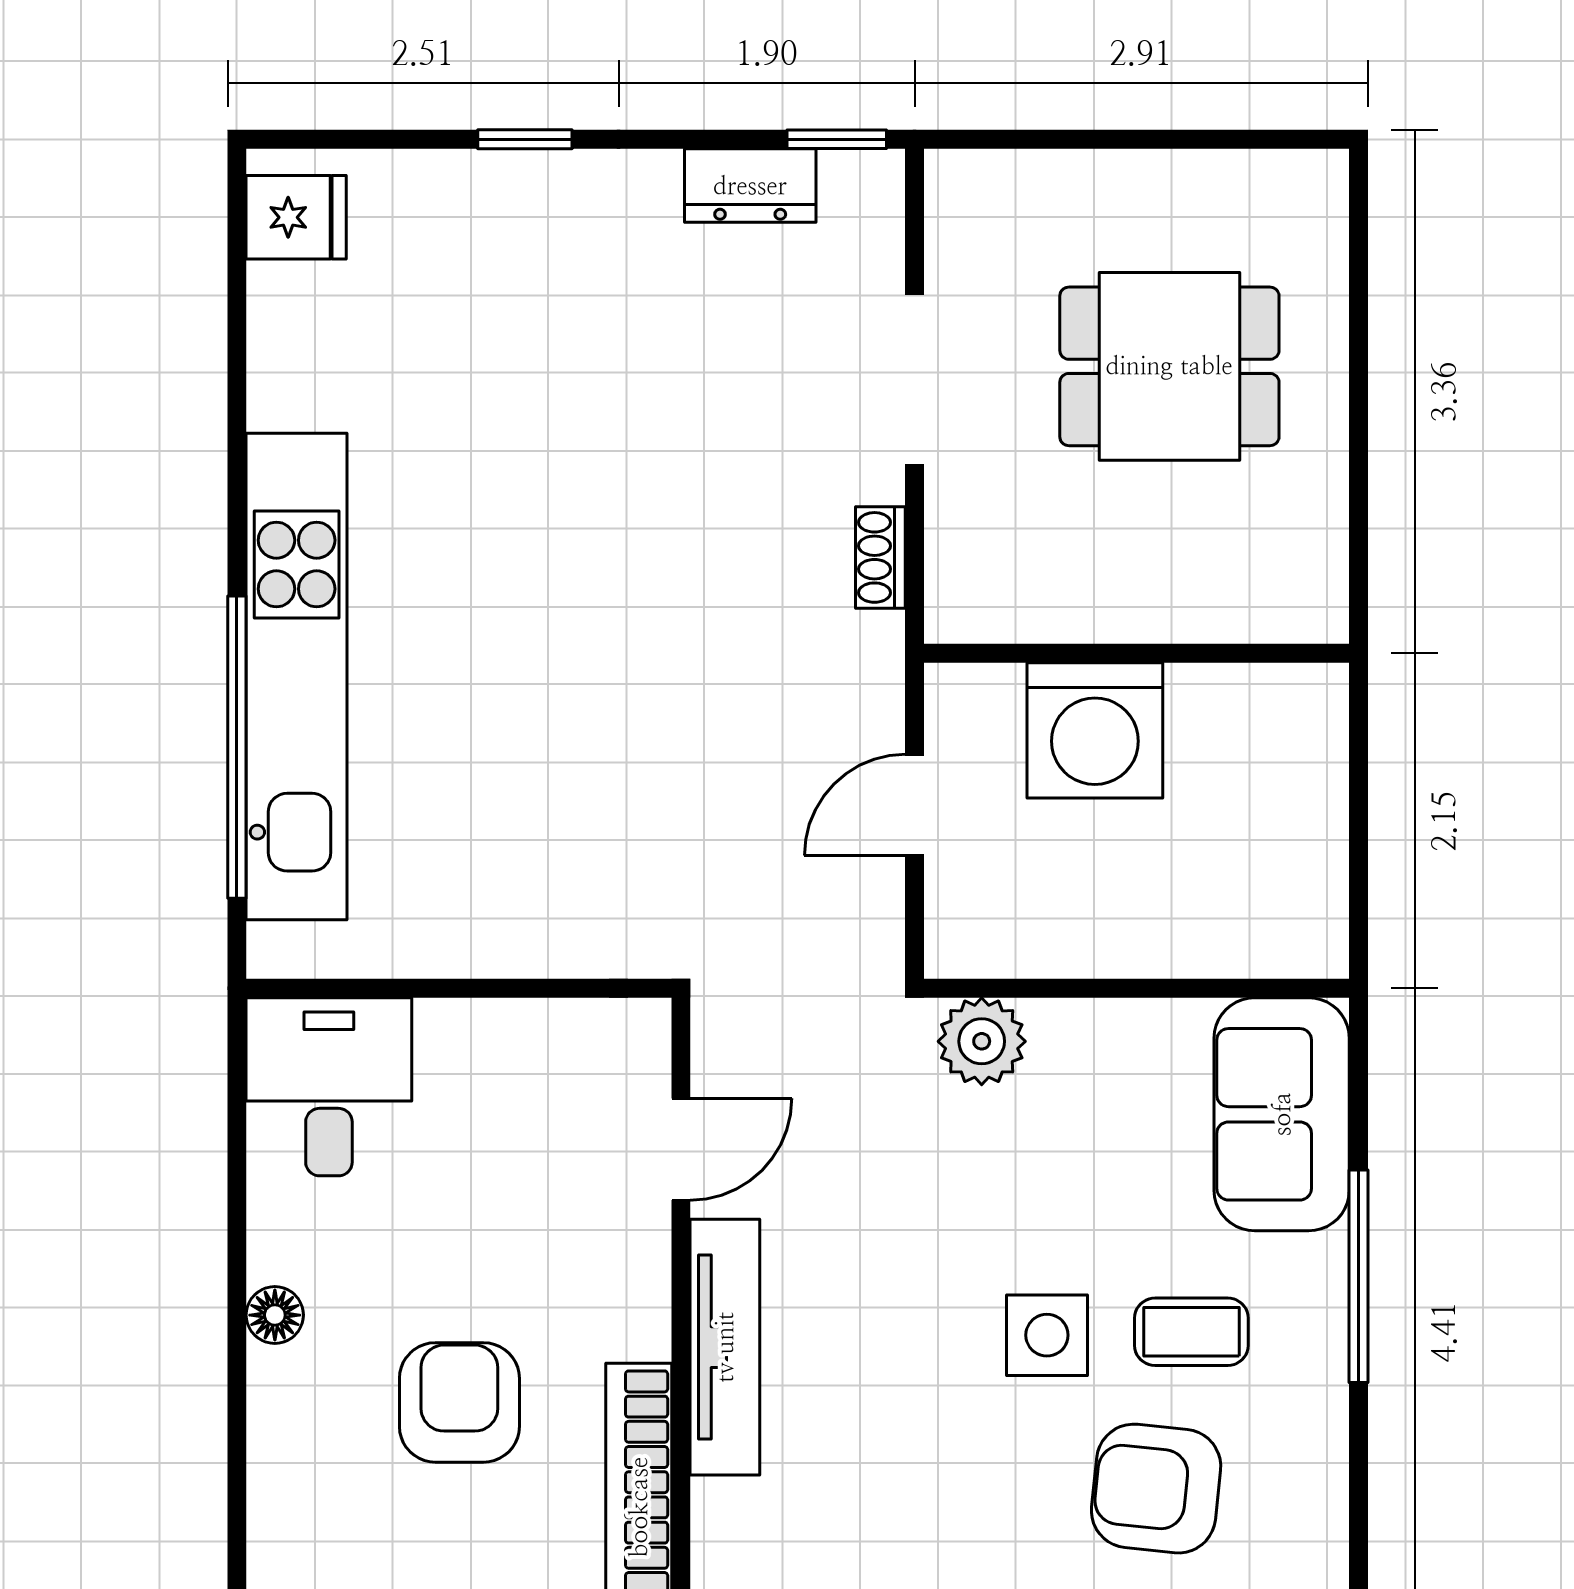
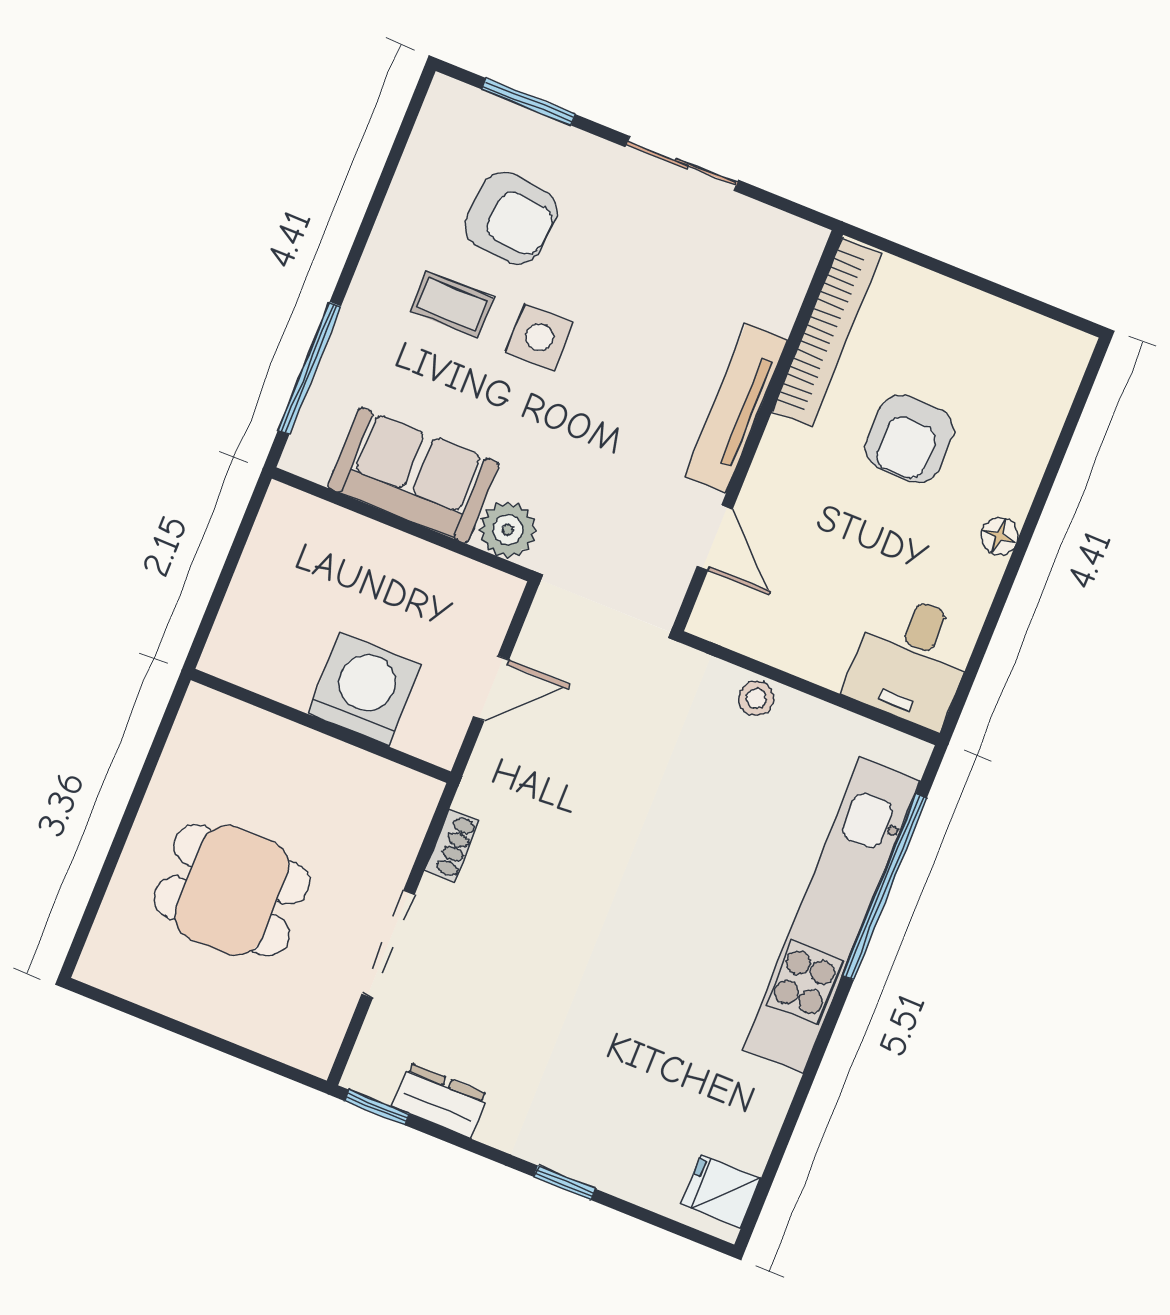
stool: (529, 943) -> (756, 698), added
sofa: (1282, 1114) -> (413, 475), moved, turned -90
door: (681, 1149) -> (715, 538), swing flipped
window: (1358, 1276) -> (310, 368), moved

